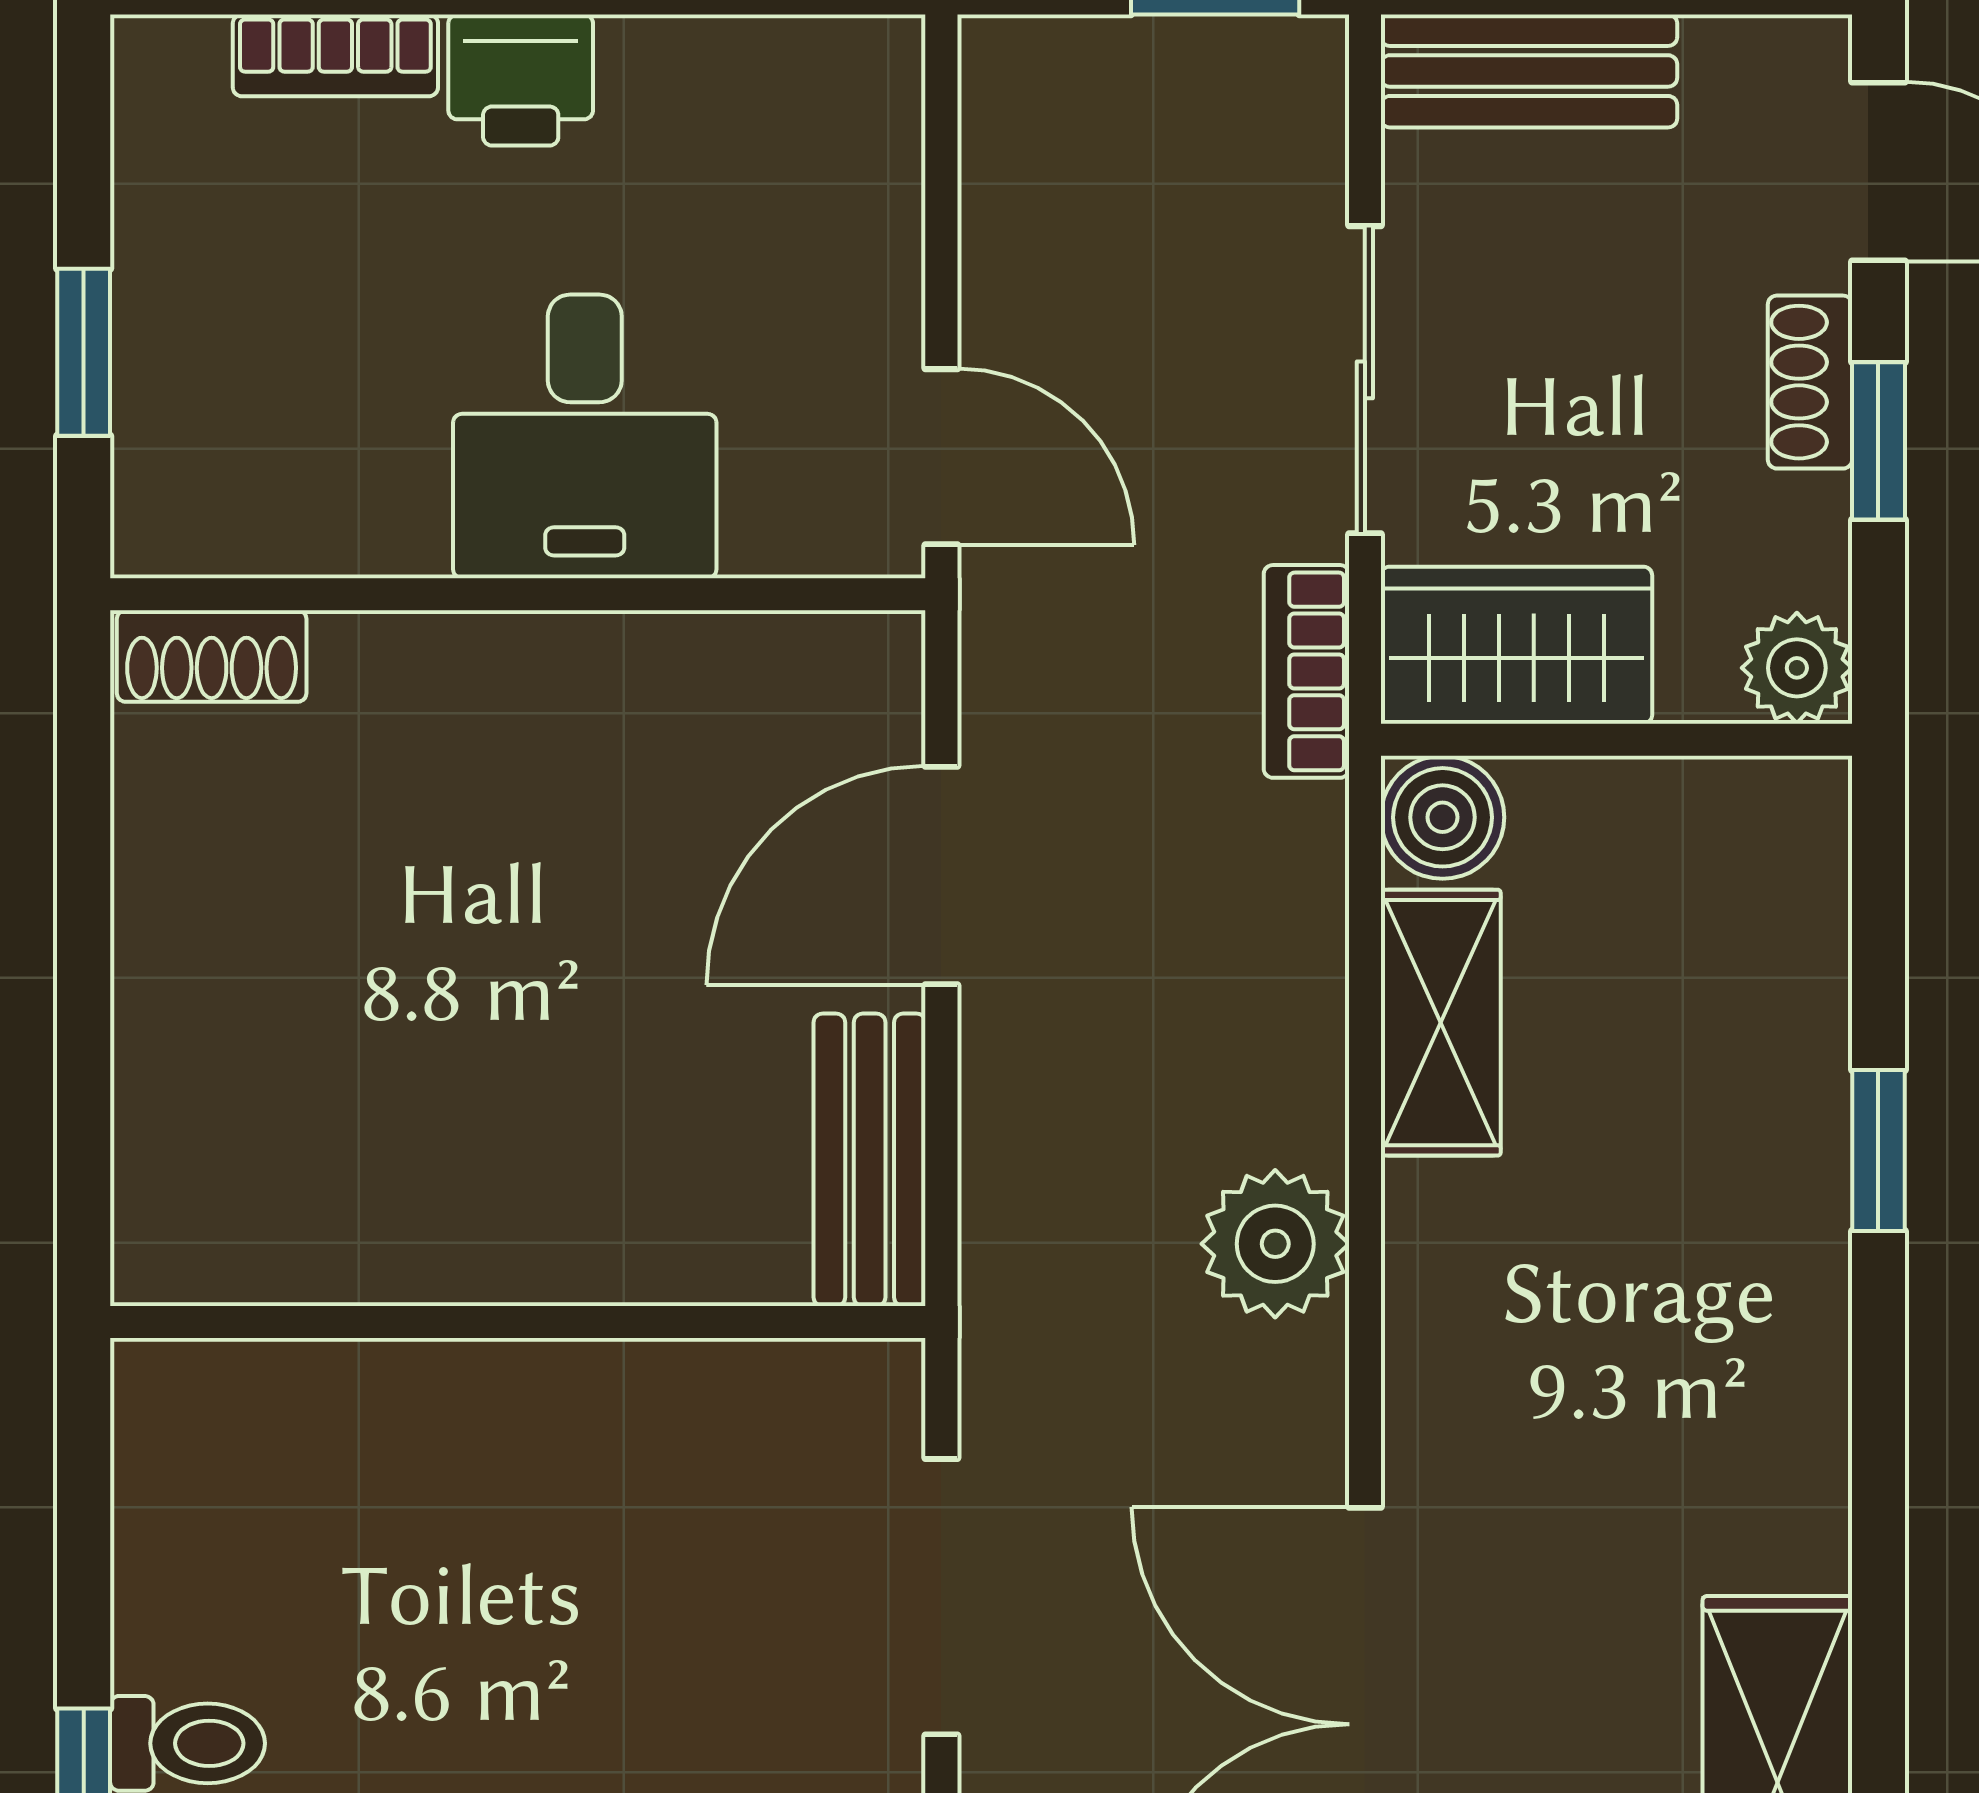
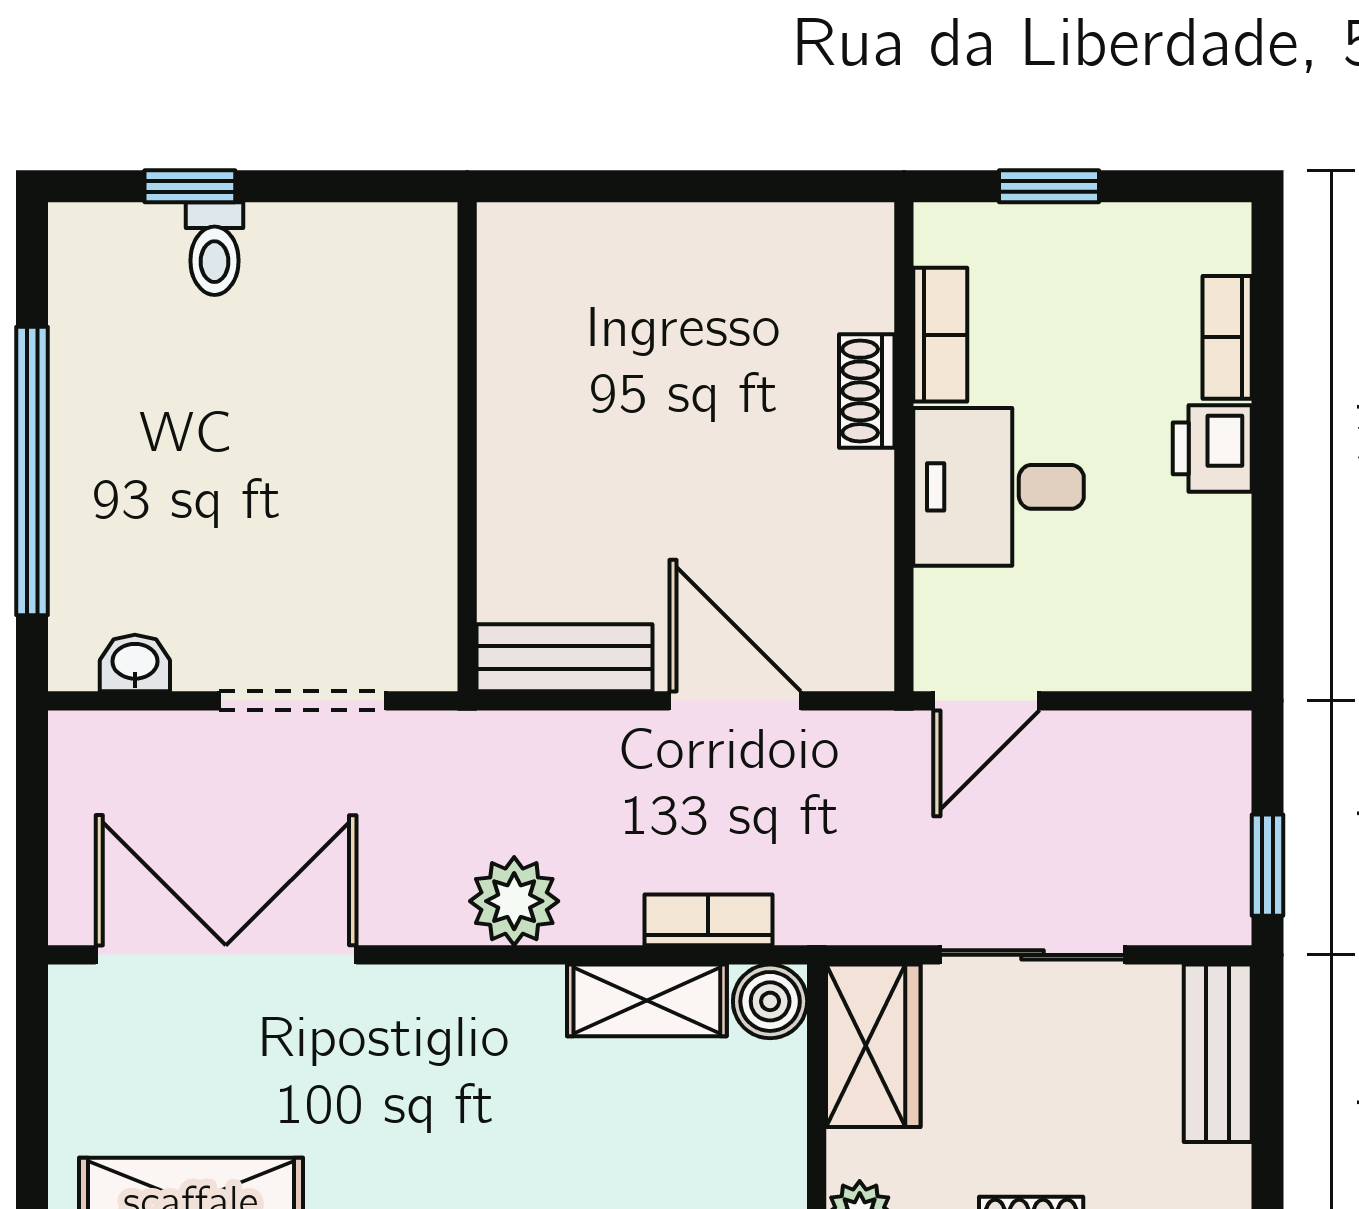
bookcase: (331, 534) -> (940, 335), added
shoe rack: (212, 656) -> (867, 391), moved
bookcase: (1306, 671) -> (708, 920), moved

